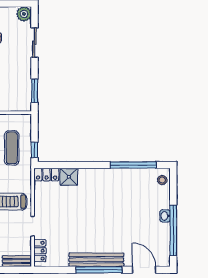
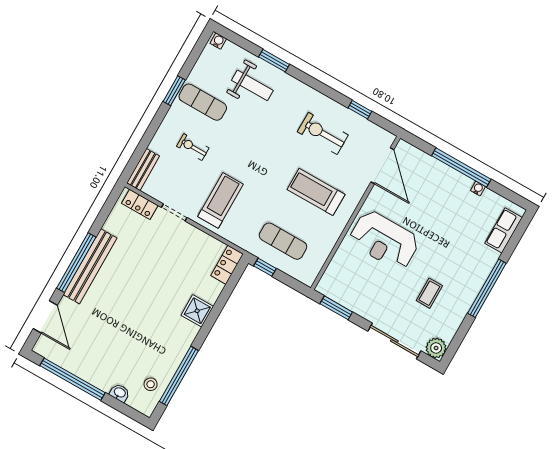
sliding door: (34, 43) -> (394, 341), width x1.37
shower: (69, 177) -> (197, 311), moved
stool: (162, 180) -> (151, 384), moved
washbasin: (165, 216) -> (120, 393), moved
door: (144, 270) -> (45, 317), hinge flipped

